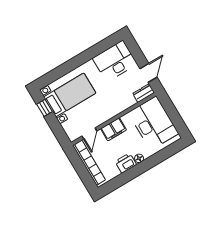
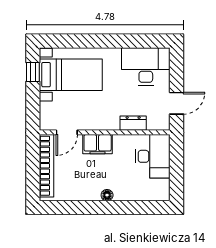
dresser: (144, 93) -> (133, 123), moved
desk: (153, 123) -> (153, 156), width x0.73, depth x0.77
printer: (126, 163) -> (88, 191), removed

